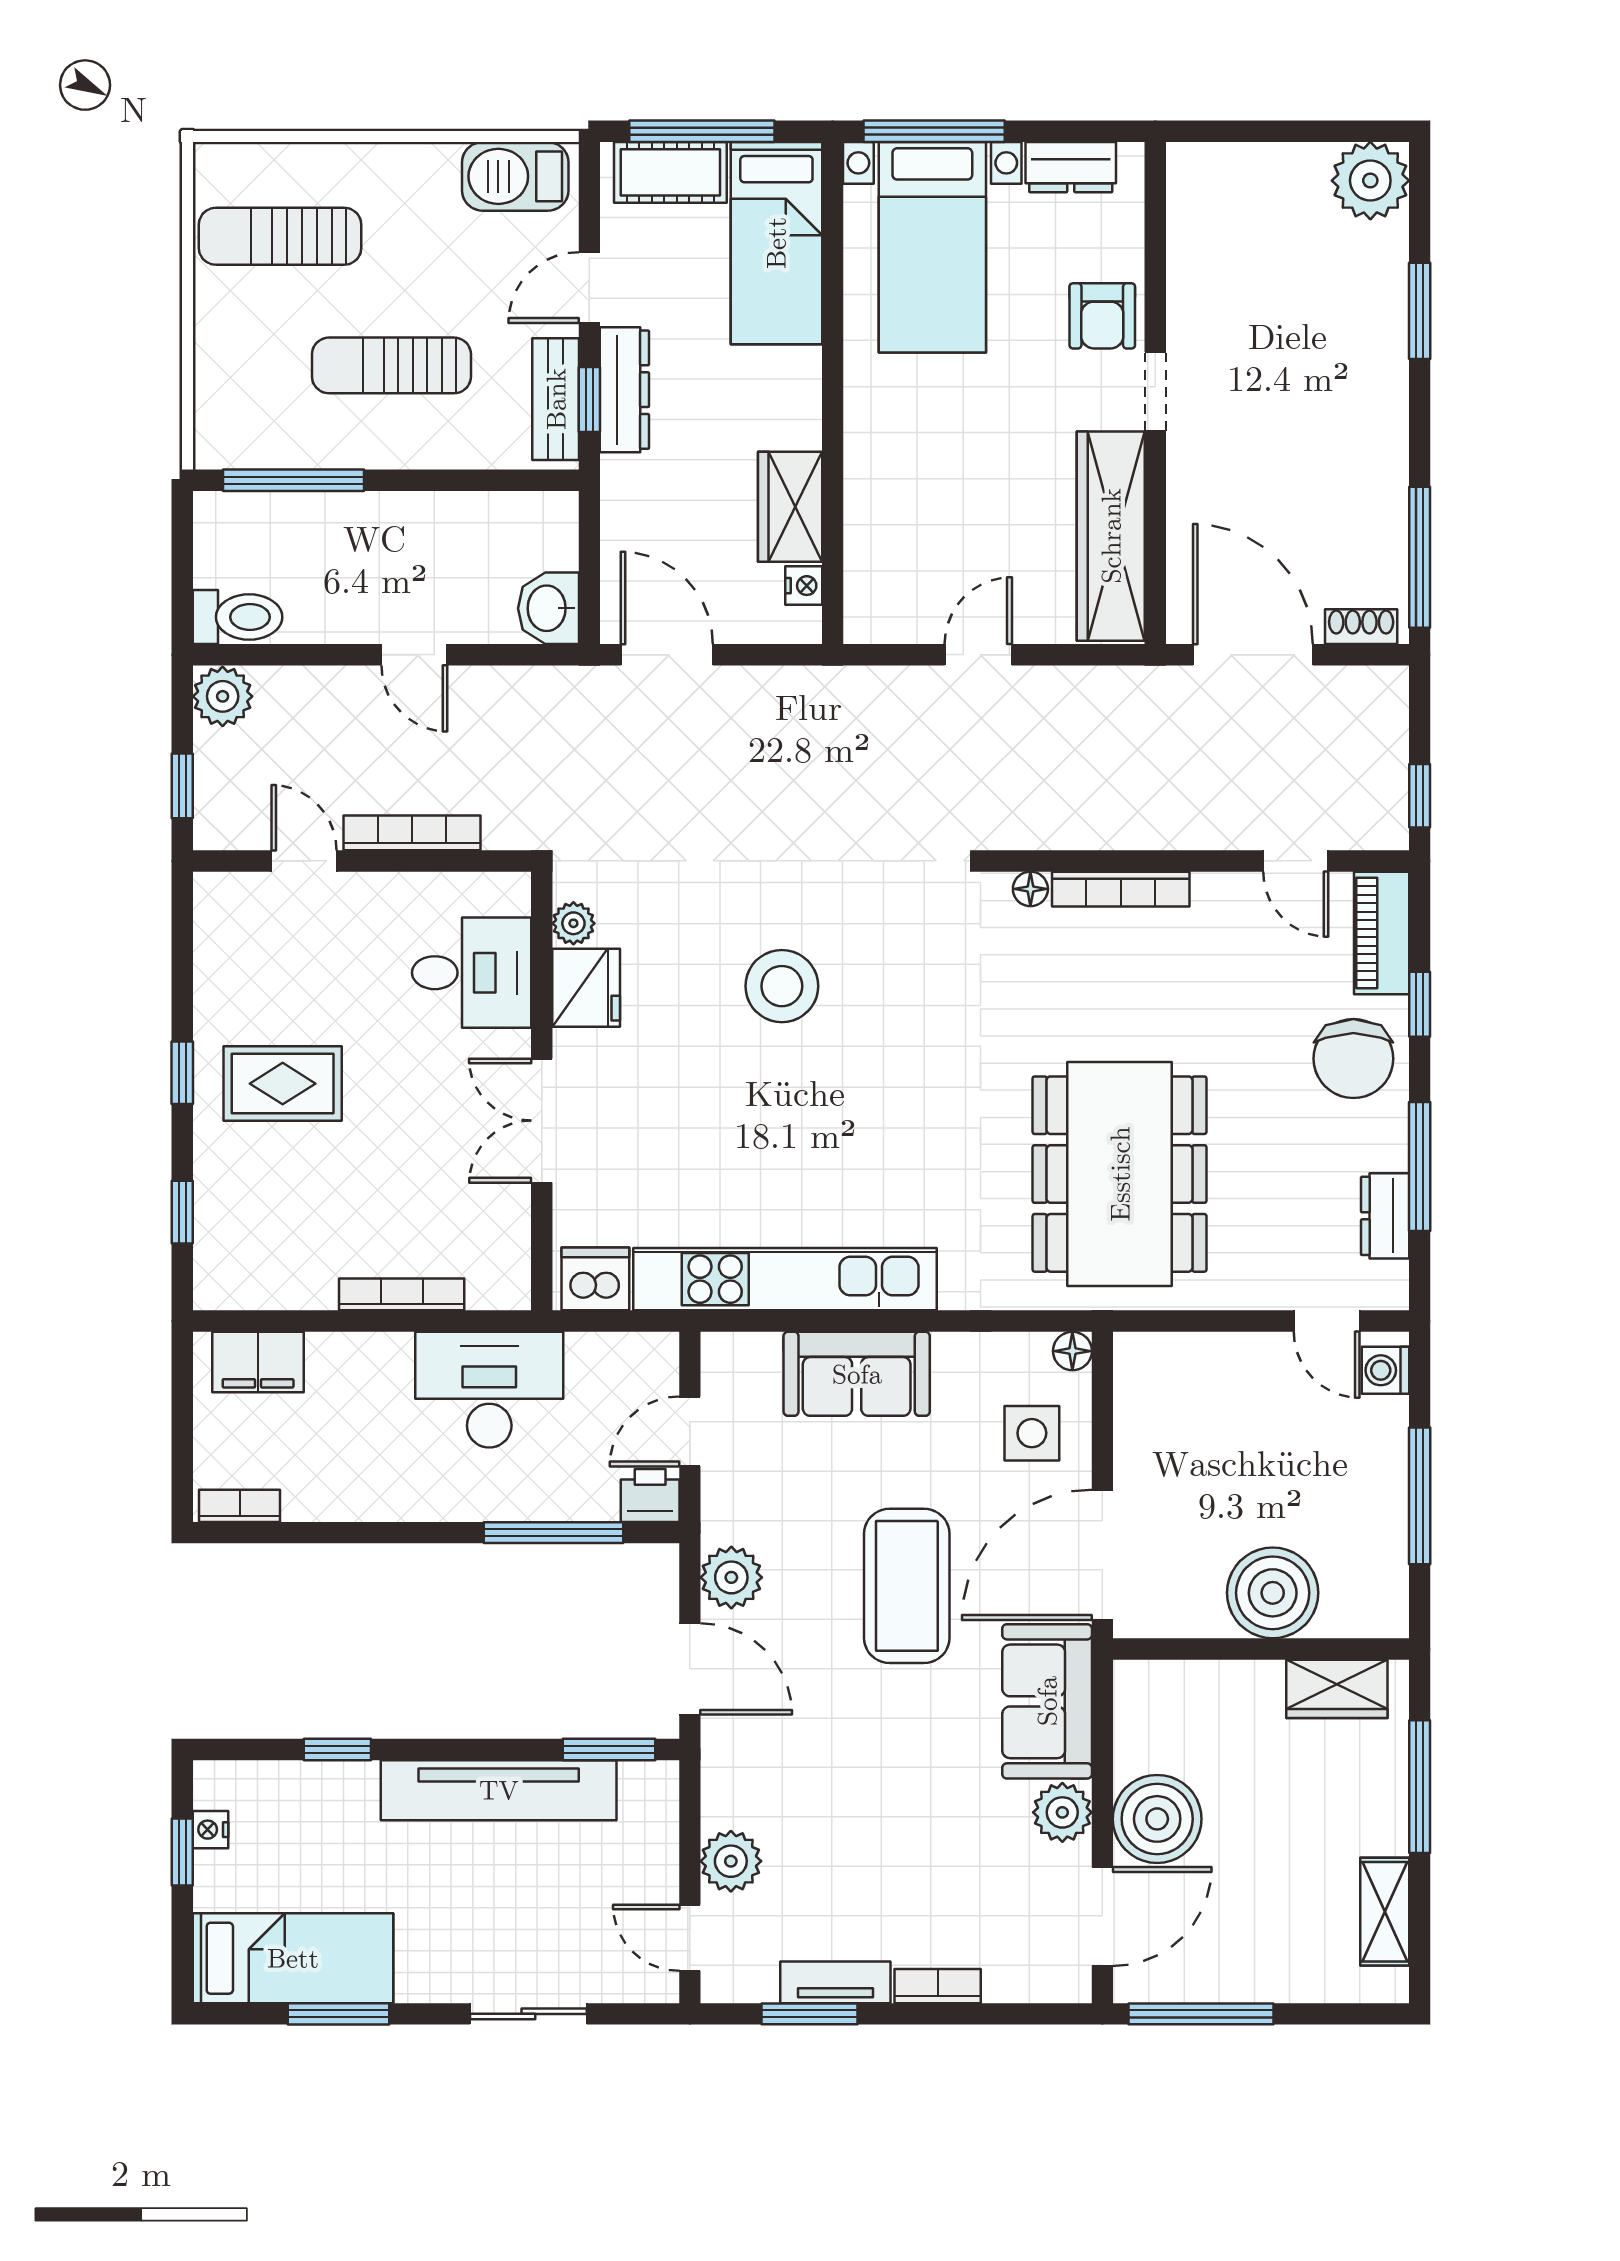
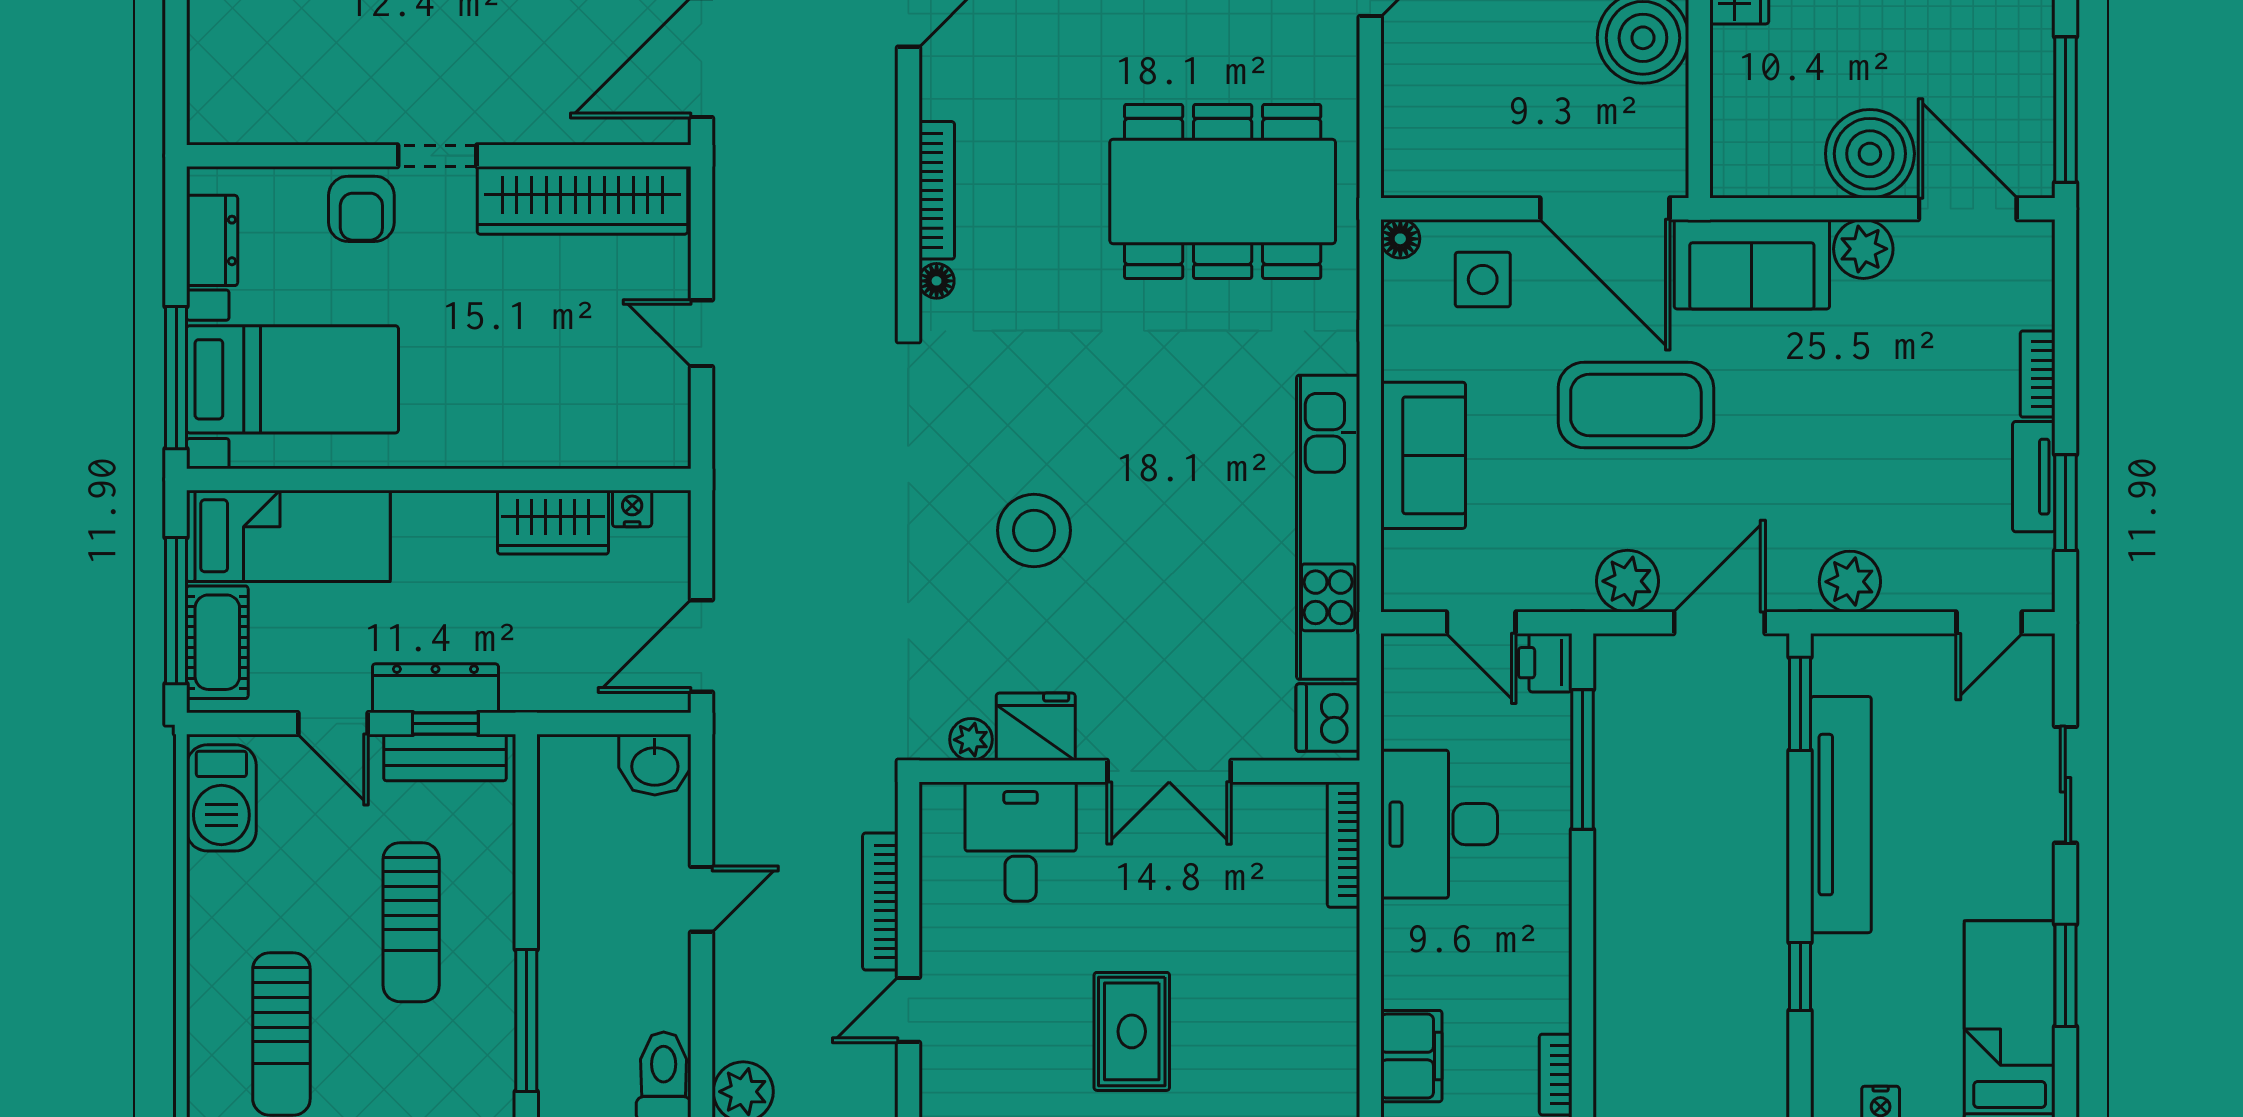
armchair: (1102, 316) -> (361, 209), turned 90
bookcase: (402, 1294) -> (1344, 845), moved
plant: (731, 1861) -> (1850, 582), moved

